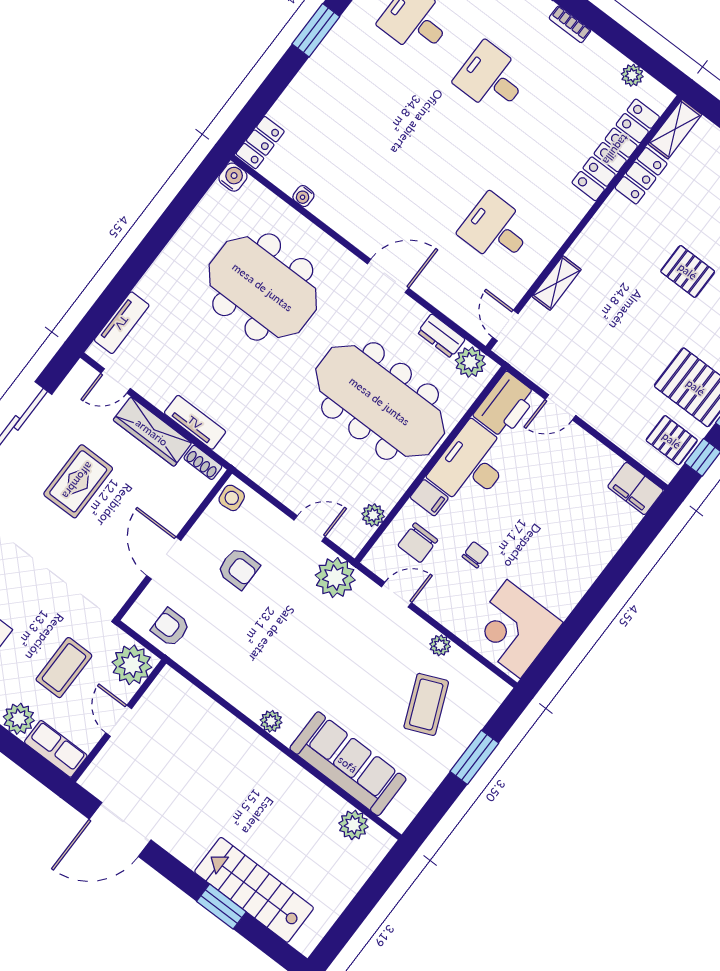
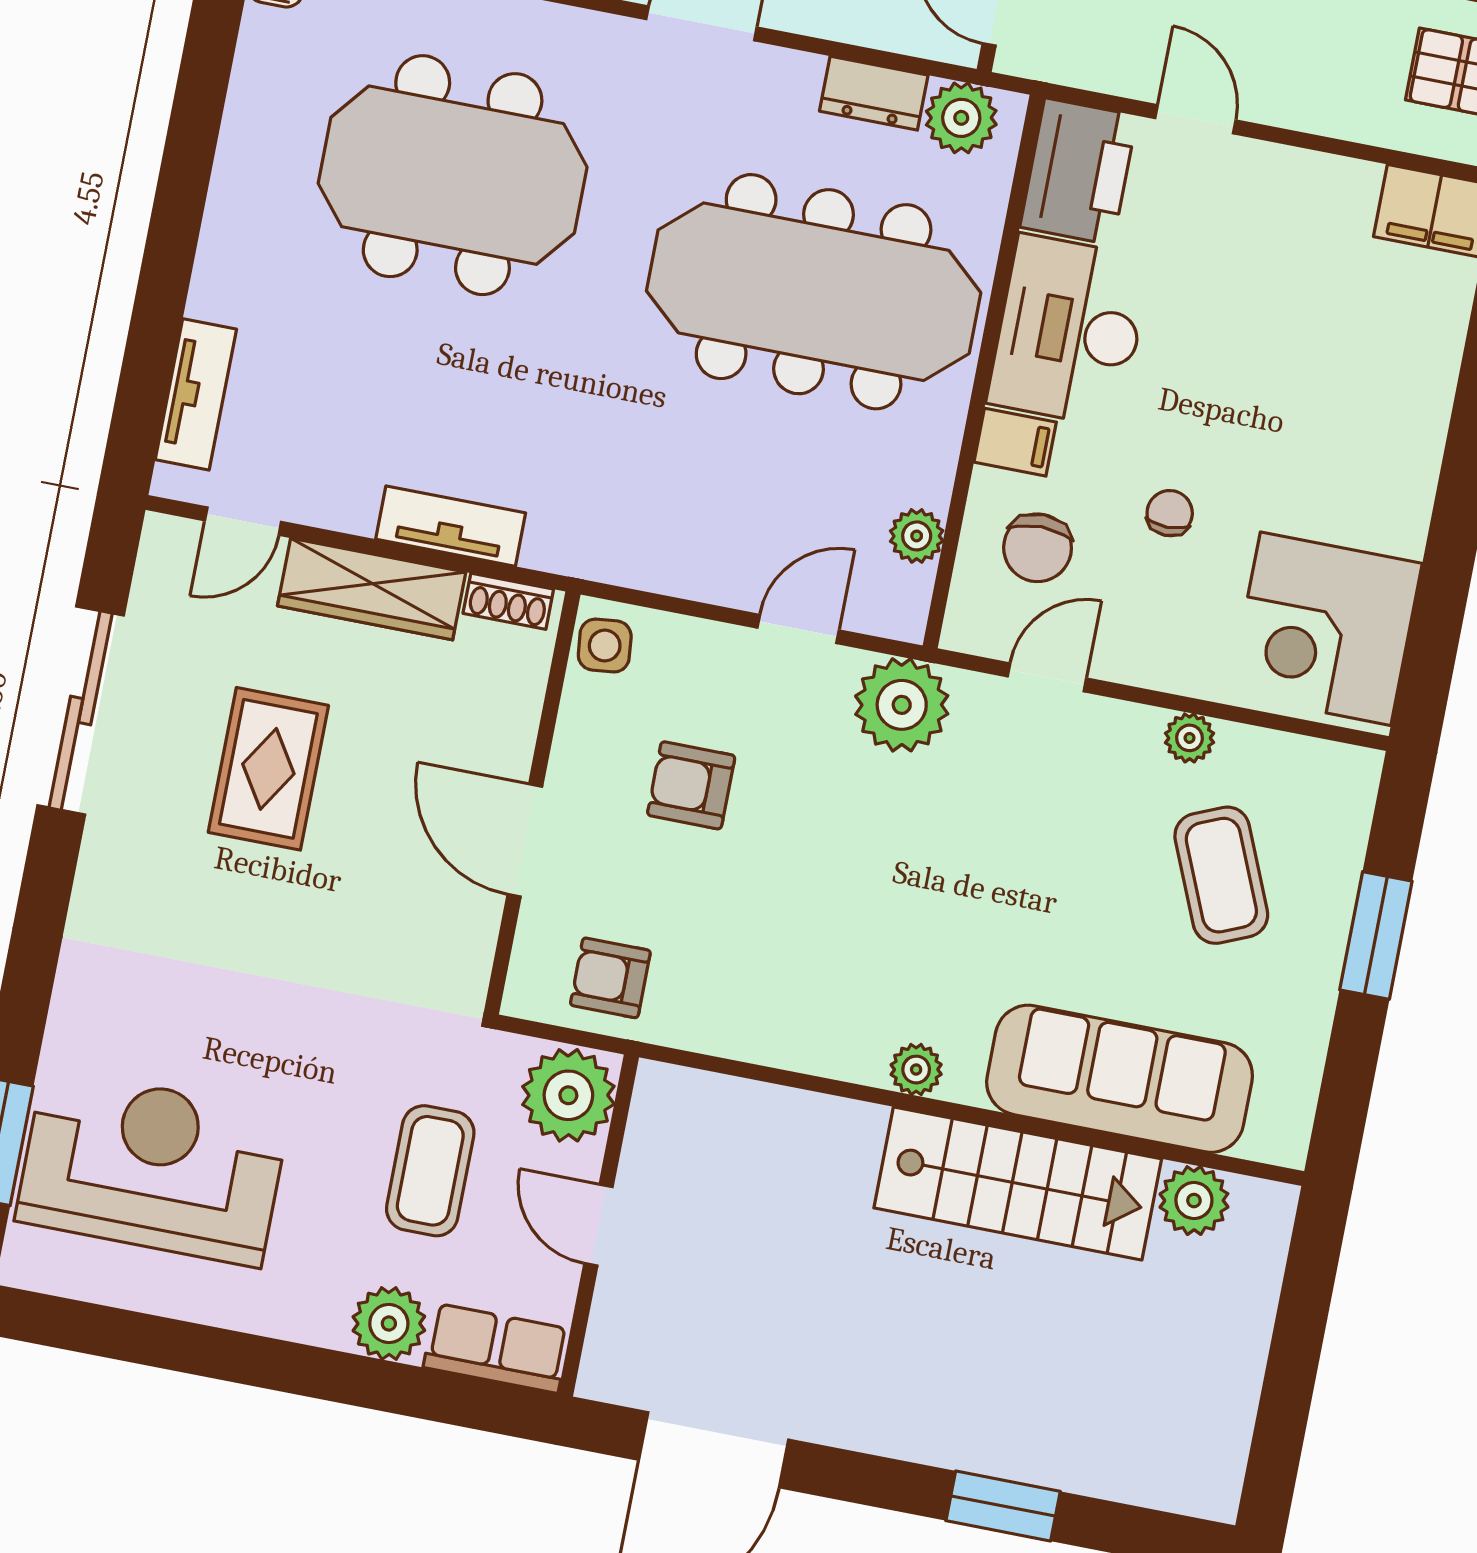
door: (561, 407) -> (1195, 119), swing flipped
armchair: (238, 568) -> (691, 785), turned 180
stairs: (254, 890) -> (1018, 1183), moved, turned 180

